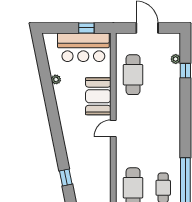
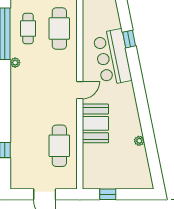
bar counter: (83, 47) -> (112, 57), moved, turned -101
plant: (176, 59) -> (15, 63), moved

